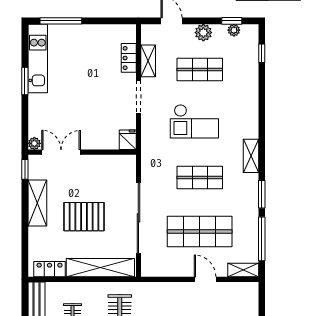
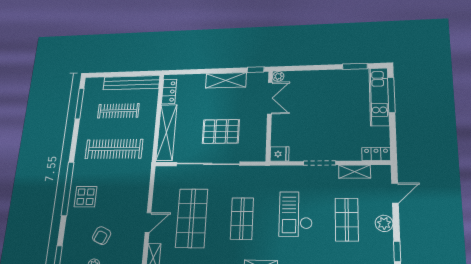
plant: (234, 30) -> (387, 253), removed
kitchen unit: (38, 58) -> (379, 97), moved, turned 90
locker: (129, 58) -> (376, 154), moved
window: (25, 81) -> (355, 66), moved
pallet: (84, 217) -> (221, 131), moved, turned 90

